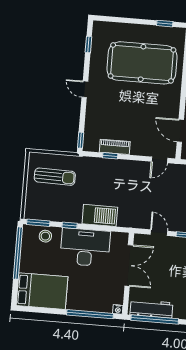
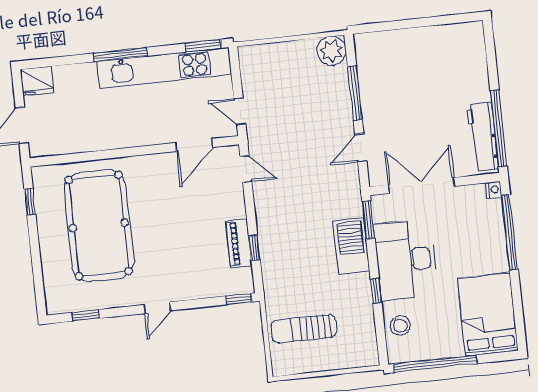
sun lounger: (55, 177) -> (304, 329), turned -91
window: (38, 223) -> (368, 220), moved

